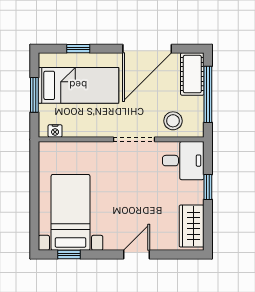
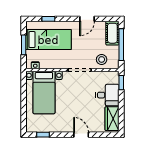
door: (147, 49) -> (87, 19), width x0.53
desk: (183, 161) -> (107, 95), moved
window: (208, 187) -> (121, 83), moved
bed with nightstands: (71, 212) -> (44, 92), moved, turned 180
door: (137, 254) -> (81, 135), hinge flipped

